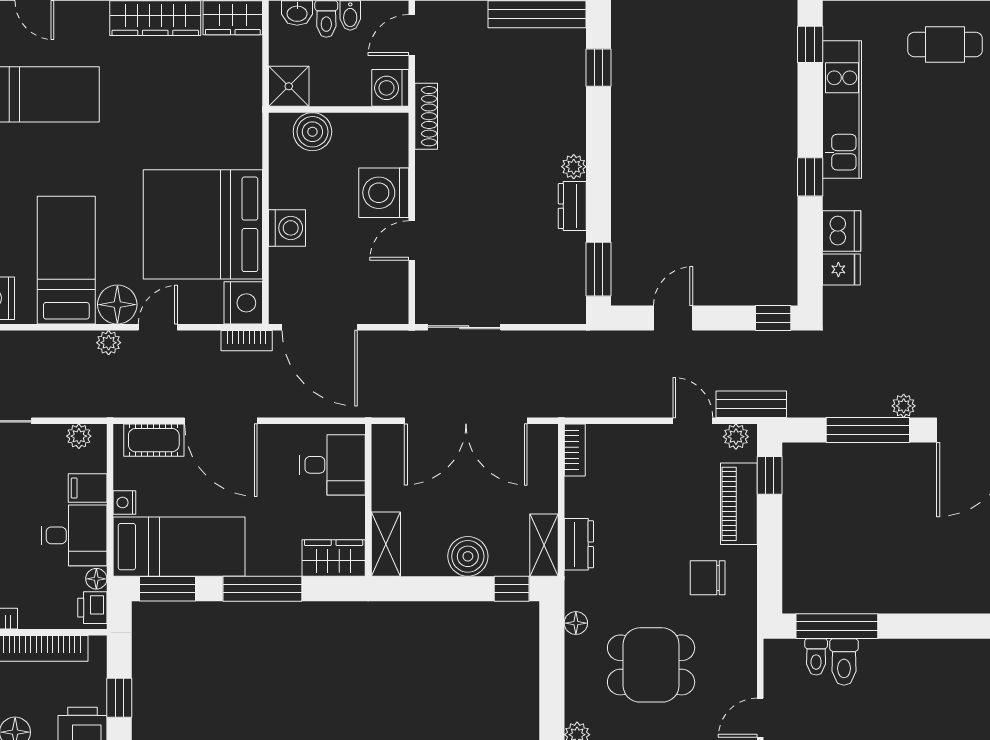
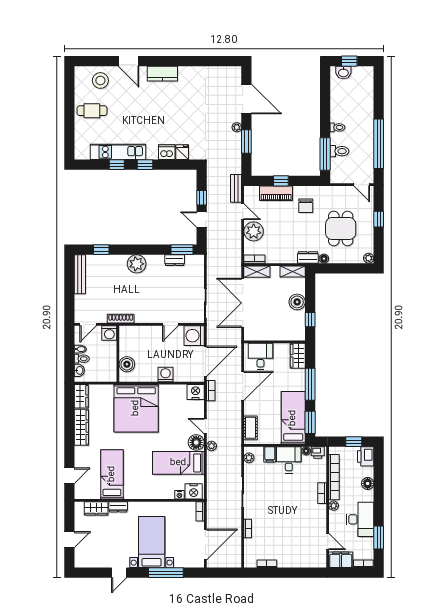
door: (412, 35) -> (88, 324), hinge flipped
window: (810, 44) -> (117, 165), moved
cafe table: (945, 44) -> (92, 111), turned 90
shower: (289, 86) -> (109, 374), removed
plant: (574, 167) -> (137, 264), width x1.88, depth x1.88
washing machine: (384, 193) -> (194, 336), moved, turned 90
dresser: (572, 206) -> (175, 260), moved
bed: (203, 224) -> (136, 408), moved
door: (412, 241) -> (171, 324), hinge flipped
window: (773, 318) -> (202, 198), moved
door: (221, 421) -> (243, 386), moved
double door: (466, 421) -> (243, 303), swing flipped
door: (693, 421) -> (243, 212), swing flipped
window: (868, 430) -> (246, 142), width x0.69
plant: (736, 437) -> (254, 231), moved, width x1.87, depth x1.87
window: (770, 475) -> (281, 181), moved
nightstand: (124, 503) -> (276, 440), removed
shelving: (386, 544) -> (257, 272), moved
dresser: (579, 544) -> (308, 257), moved
window: (512, 589) -> (310, 320), moved
toilet: (816, 657) -> (337, 127), moved

